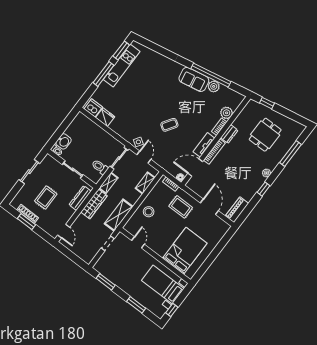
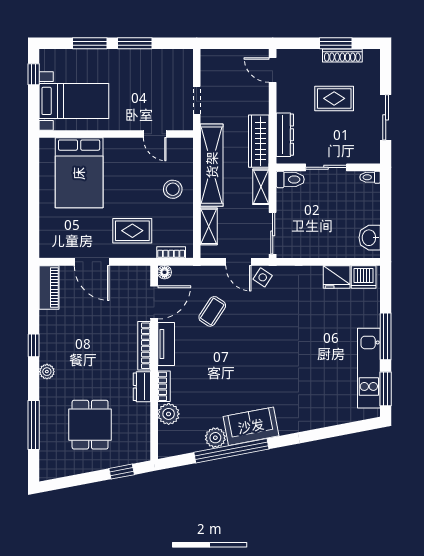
coffee table: (169, 125) -> (212, 311), moved
washbasin: (64, 141) -> (370, 238), moved
toilet: (100, 167) -> (290, 179), moved
rug: (46, 198) -> (334, 98), turned 90
shelving: (119, 215) -> (212, 165), width x1.47
window: (106, 282) -> (135, 43), moved

